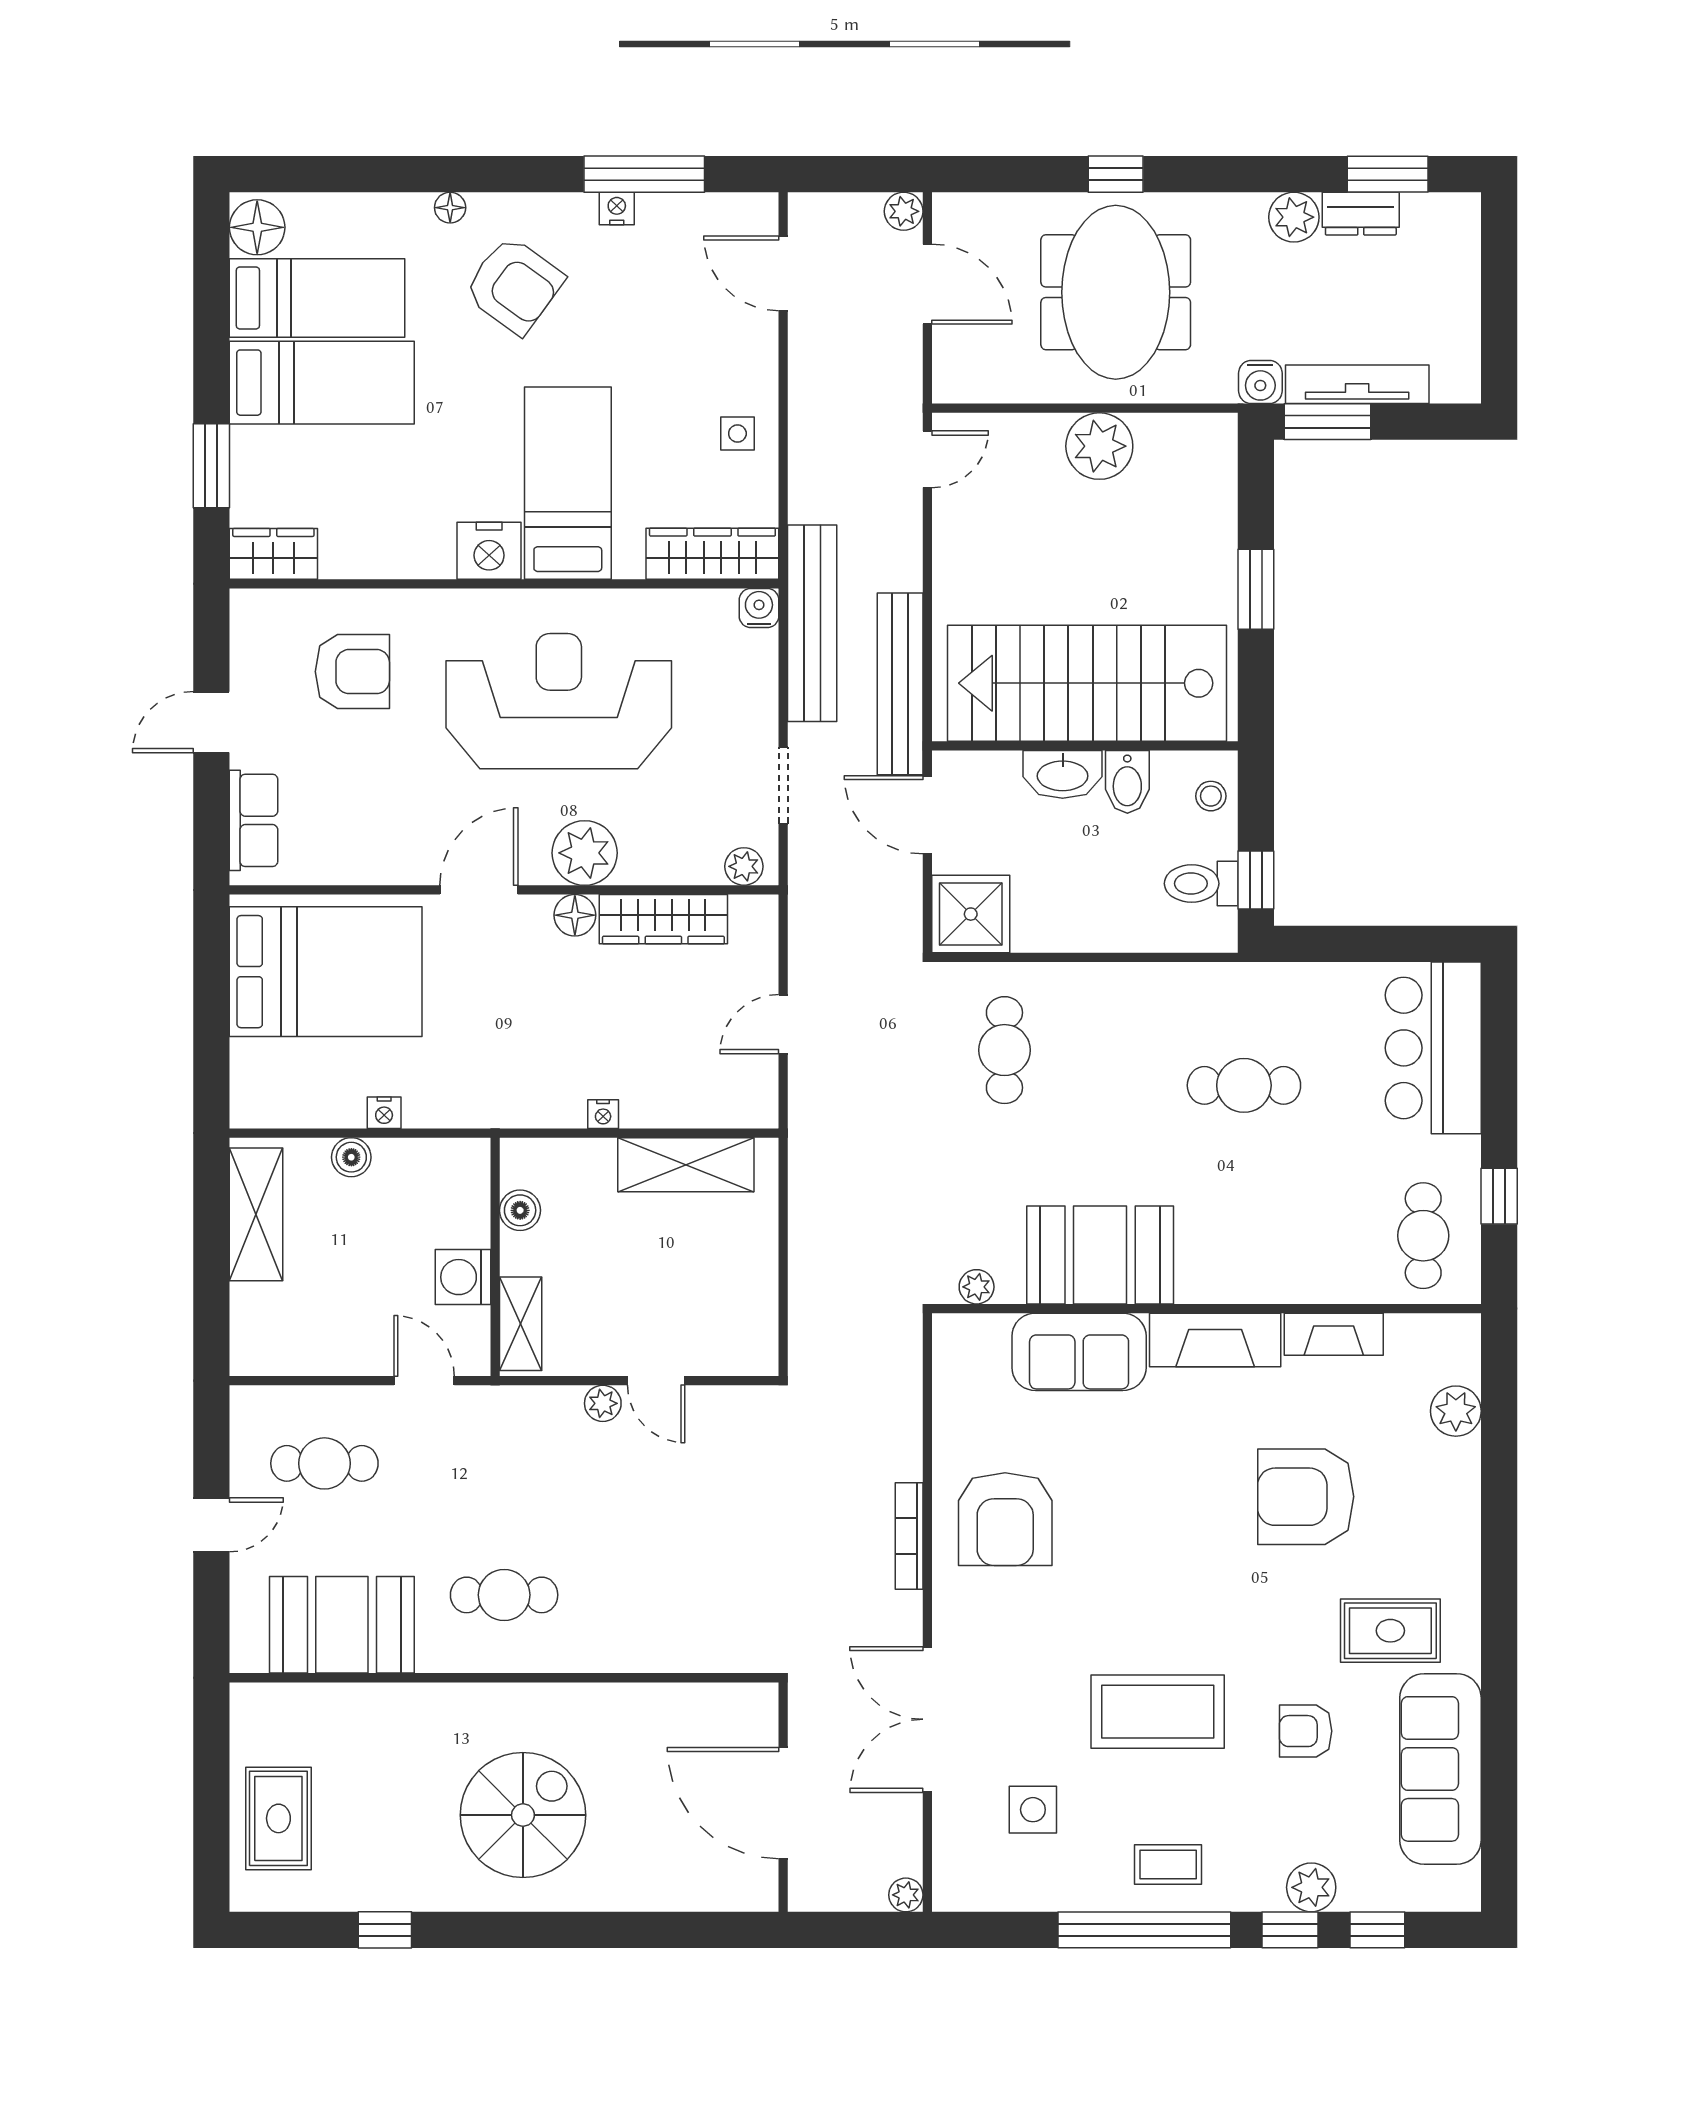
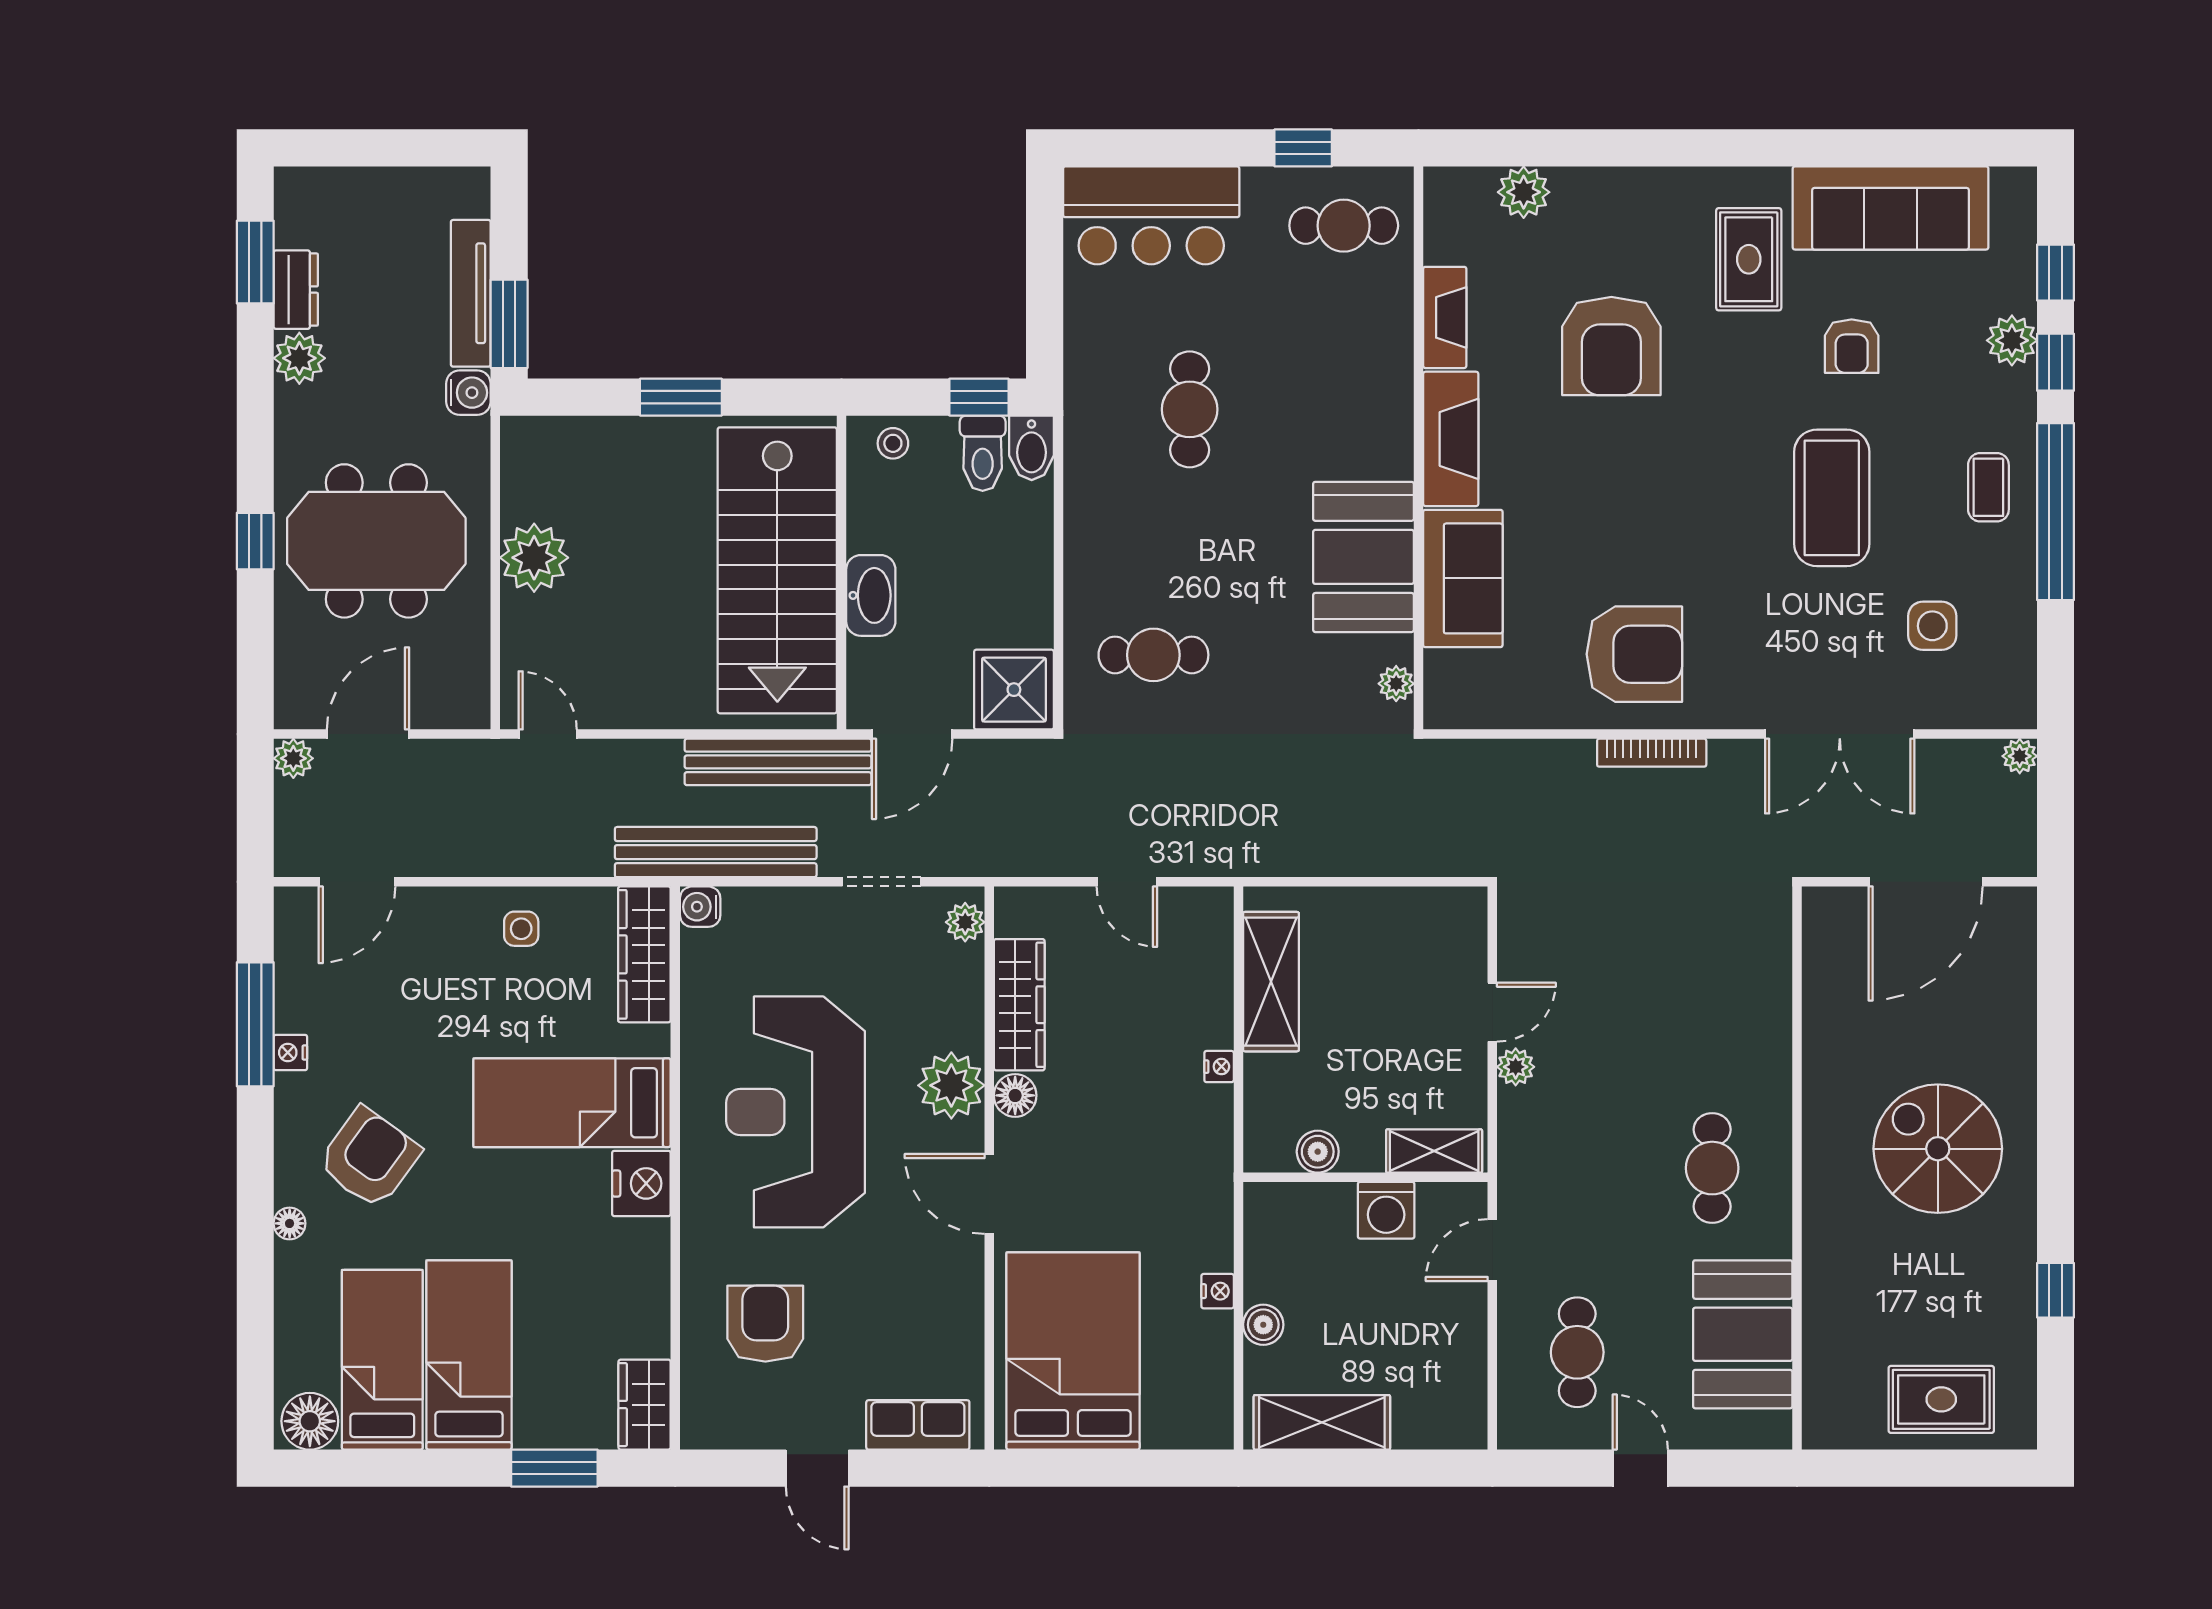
bidet: (1127, 782) -> (1032, 448), moved, turned 90

